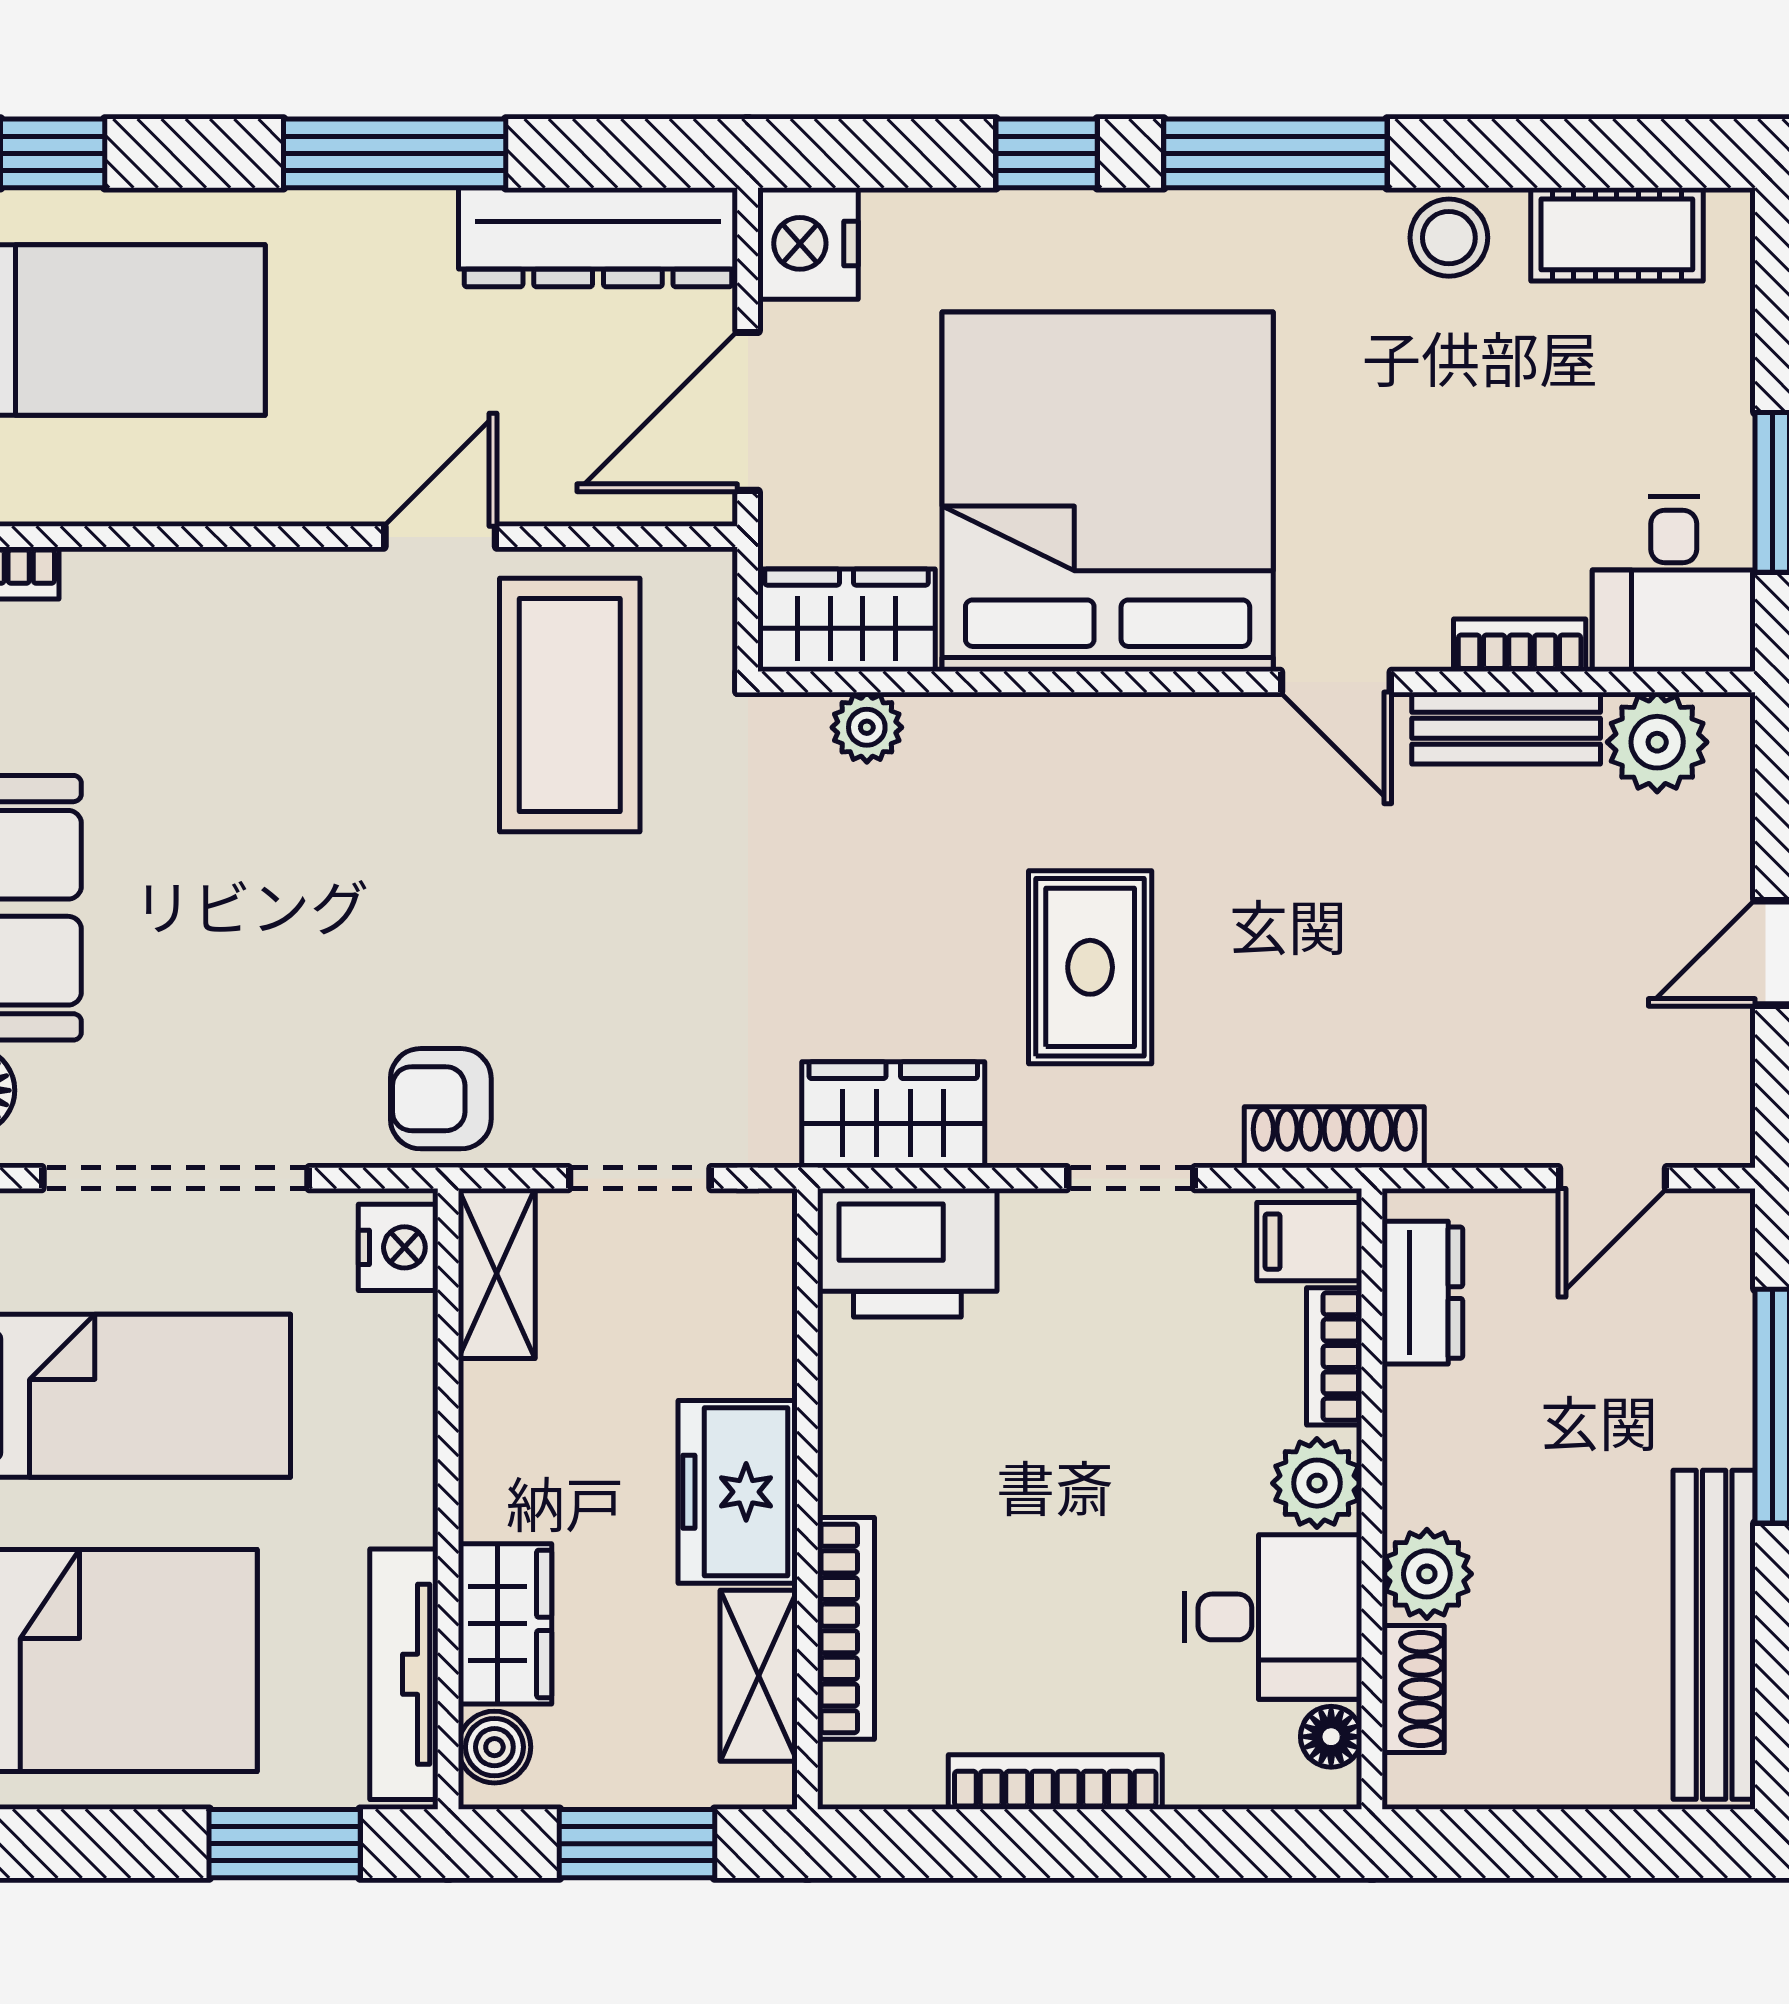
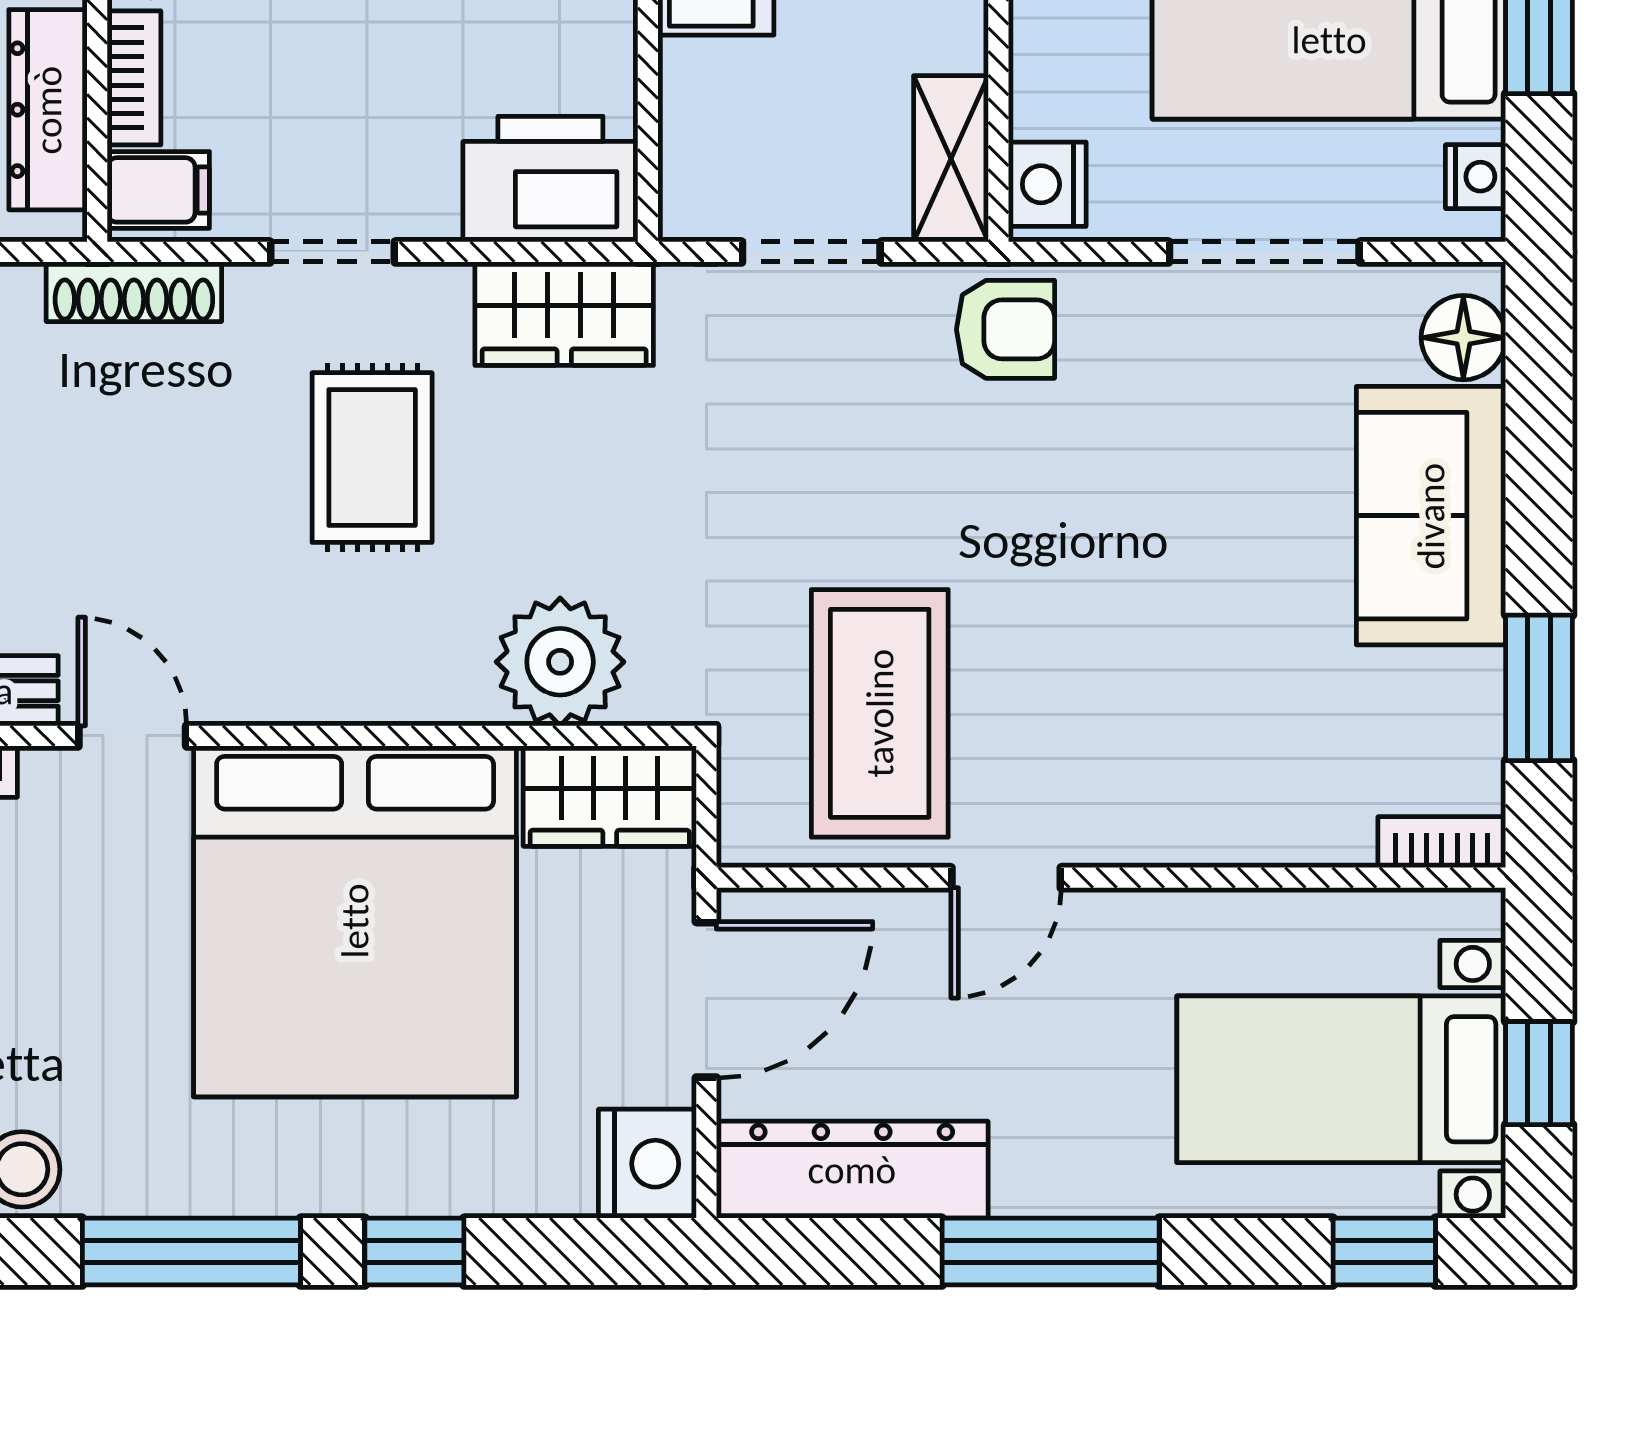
plant: (867, 727) -> (560, 662), width x1.88, depth x1.88
doorway: (176, 1178) -> (1264, 252), width x0.73
dresser: (1422, 1293) -> (48, 110), width x1.44

